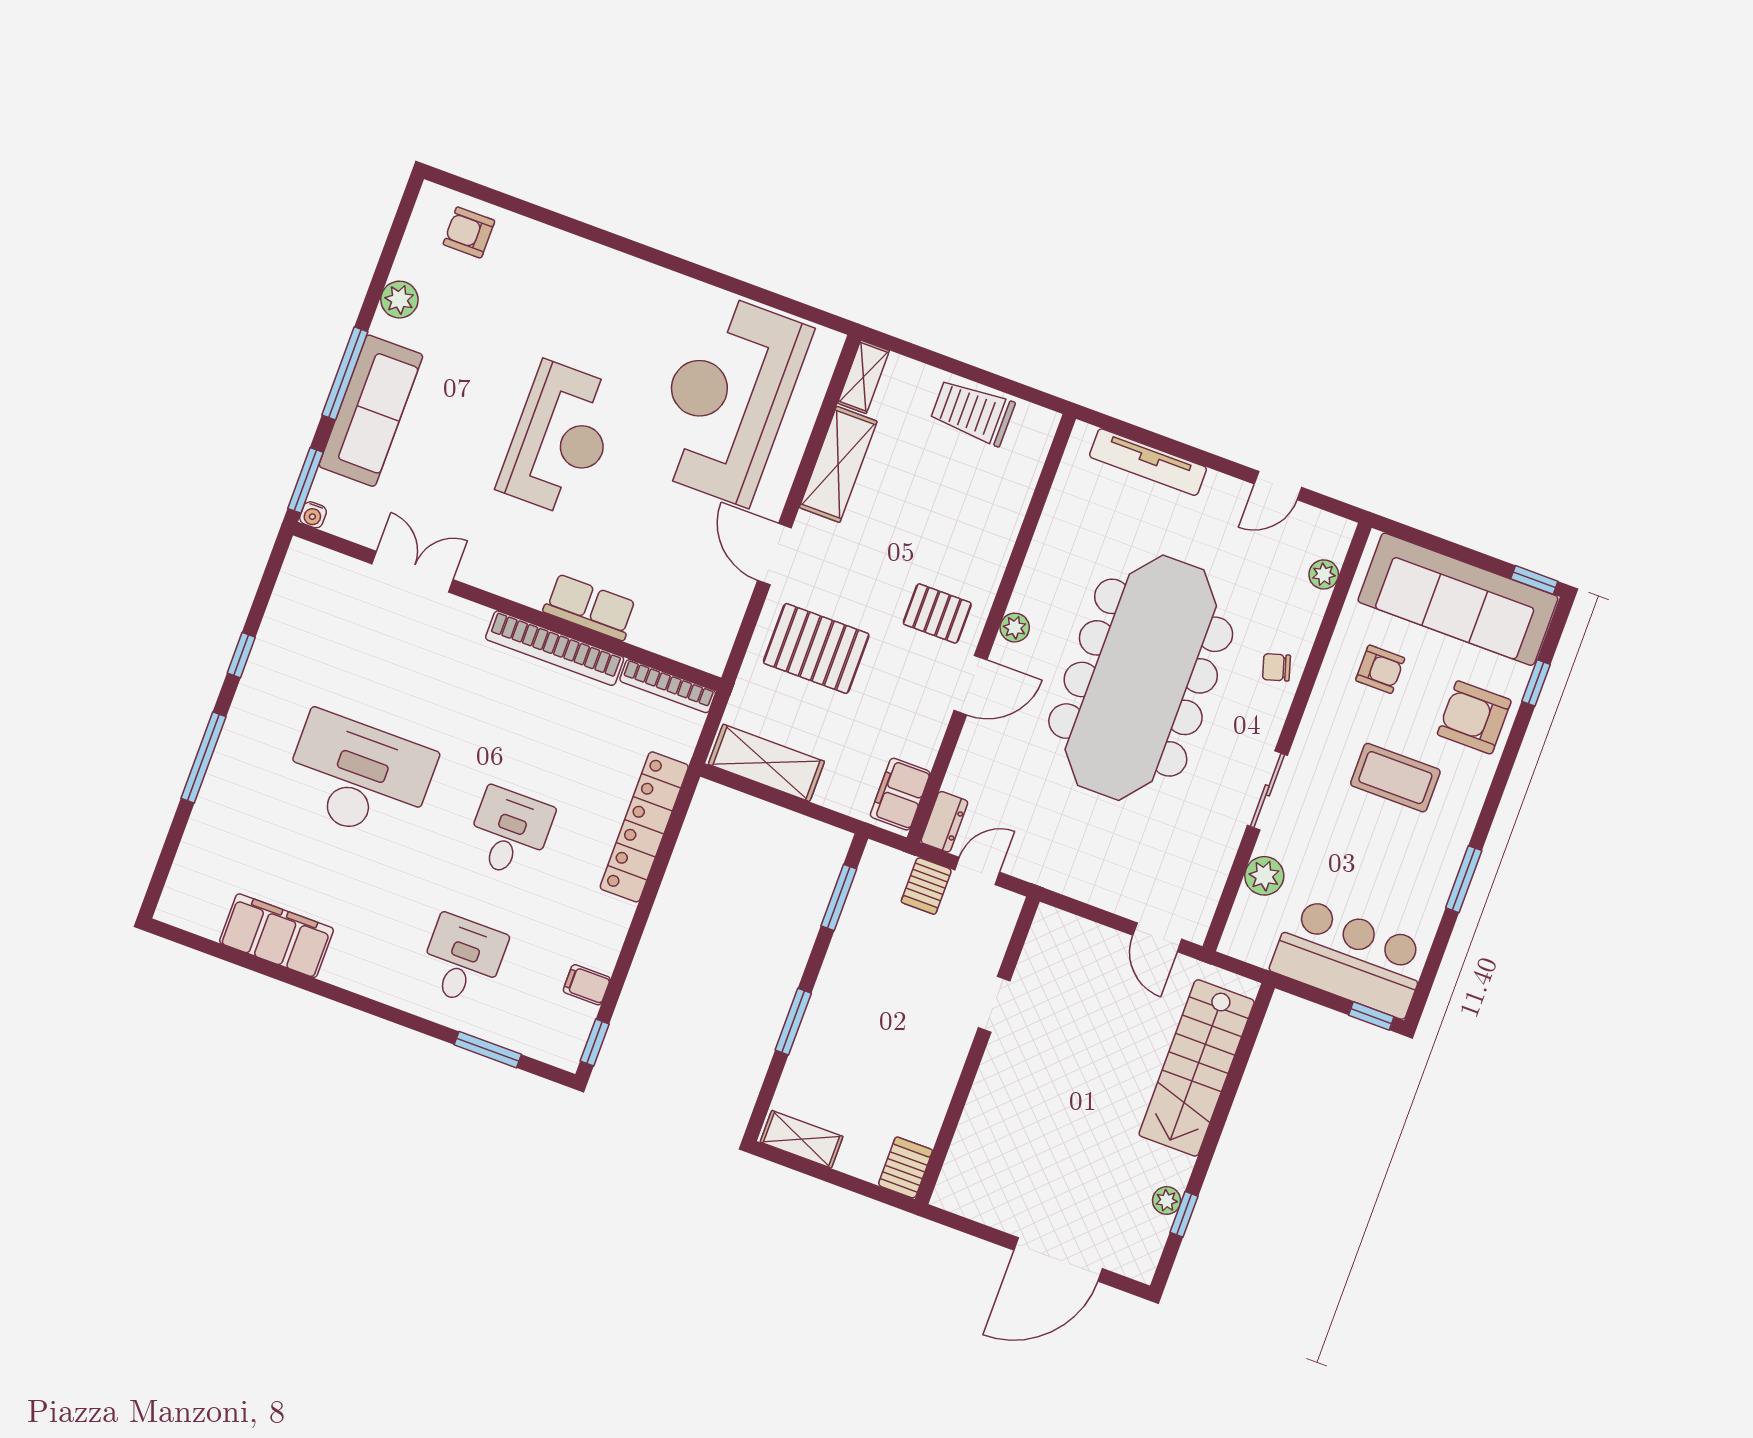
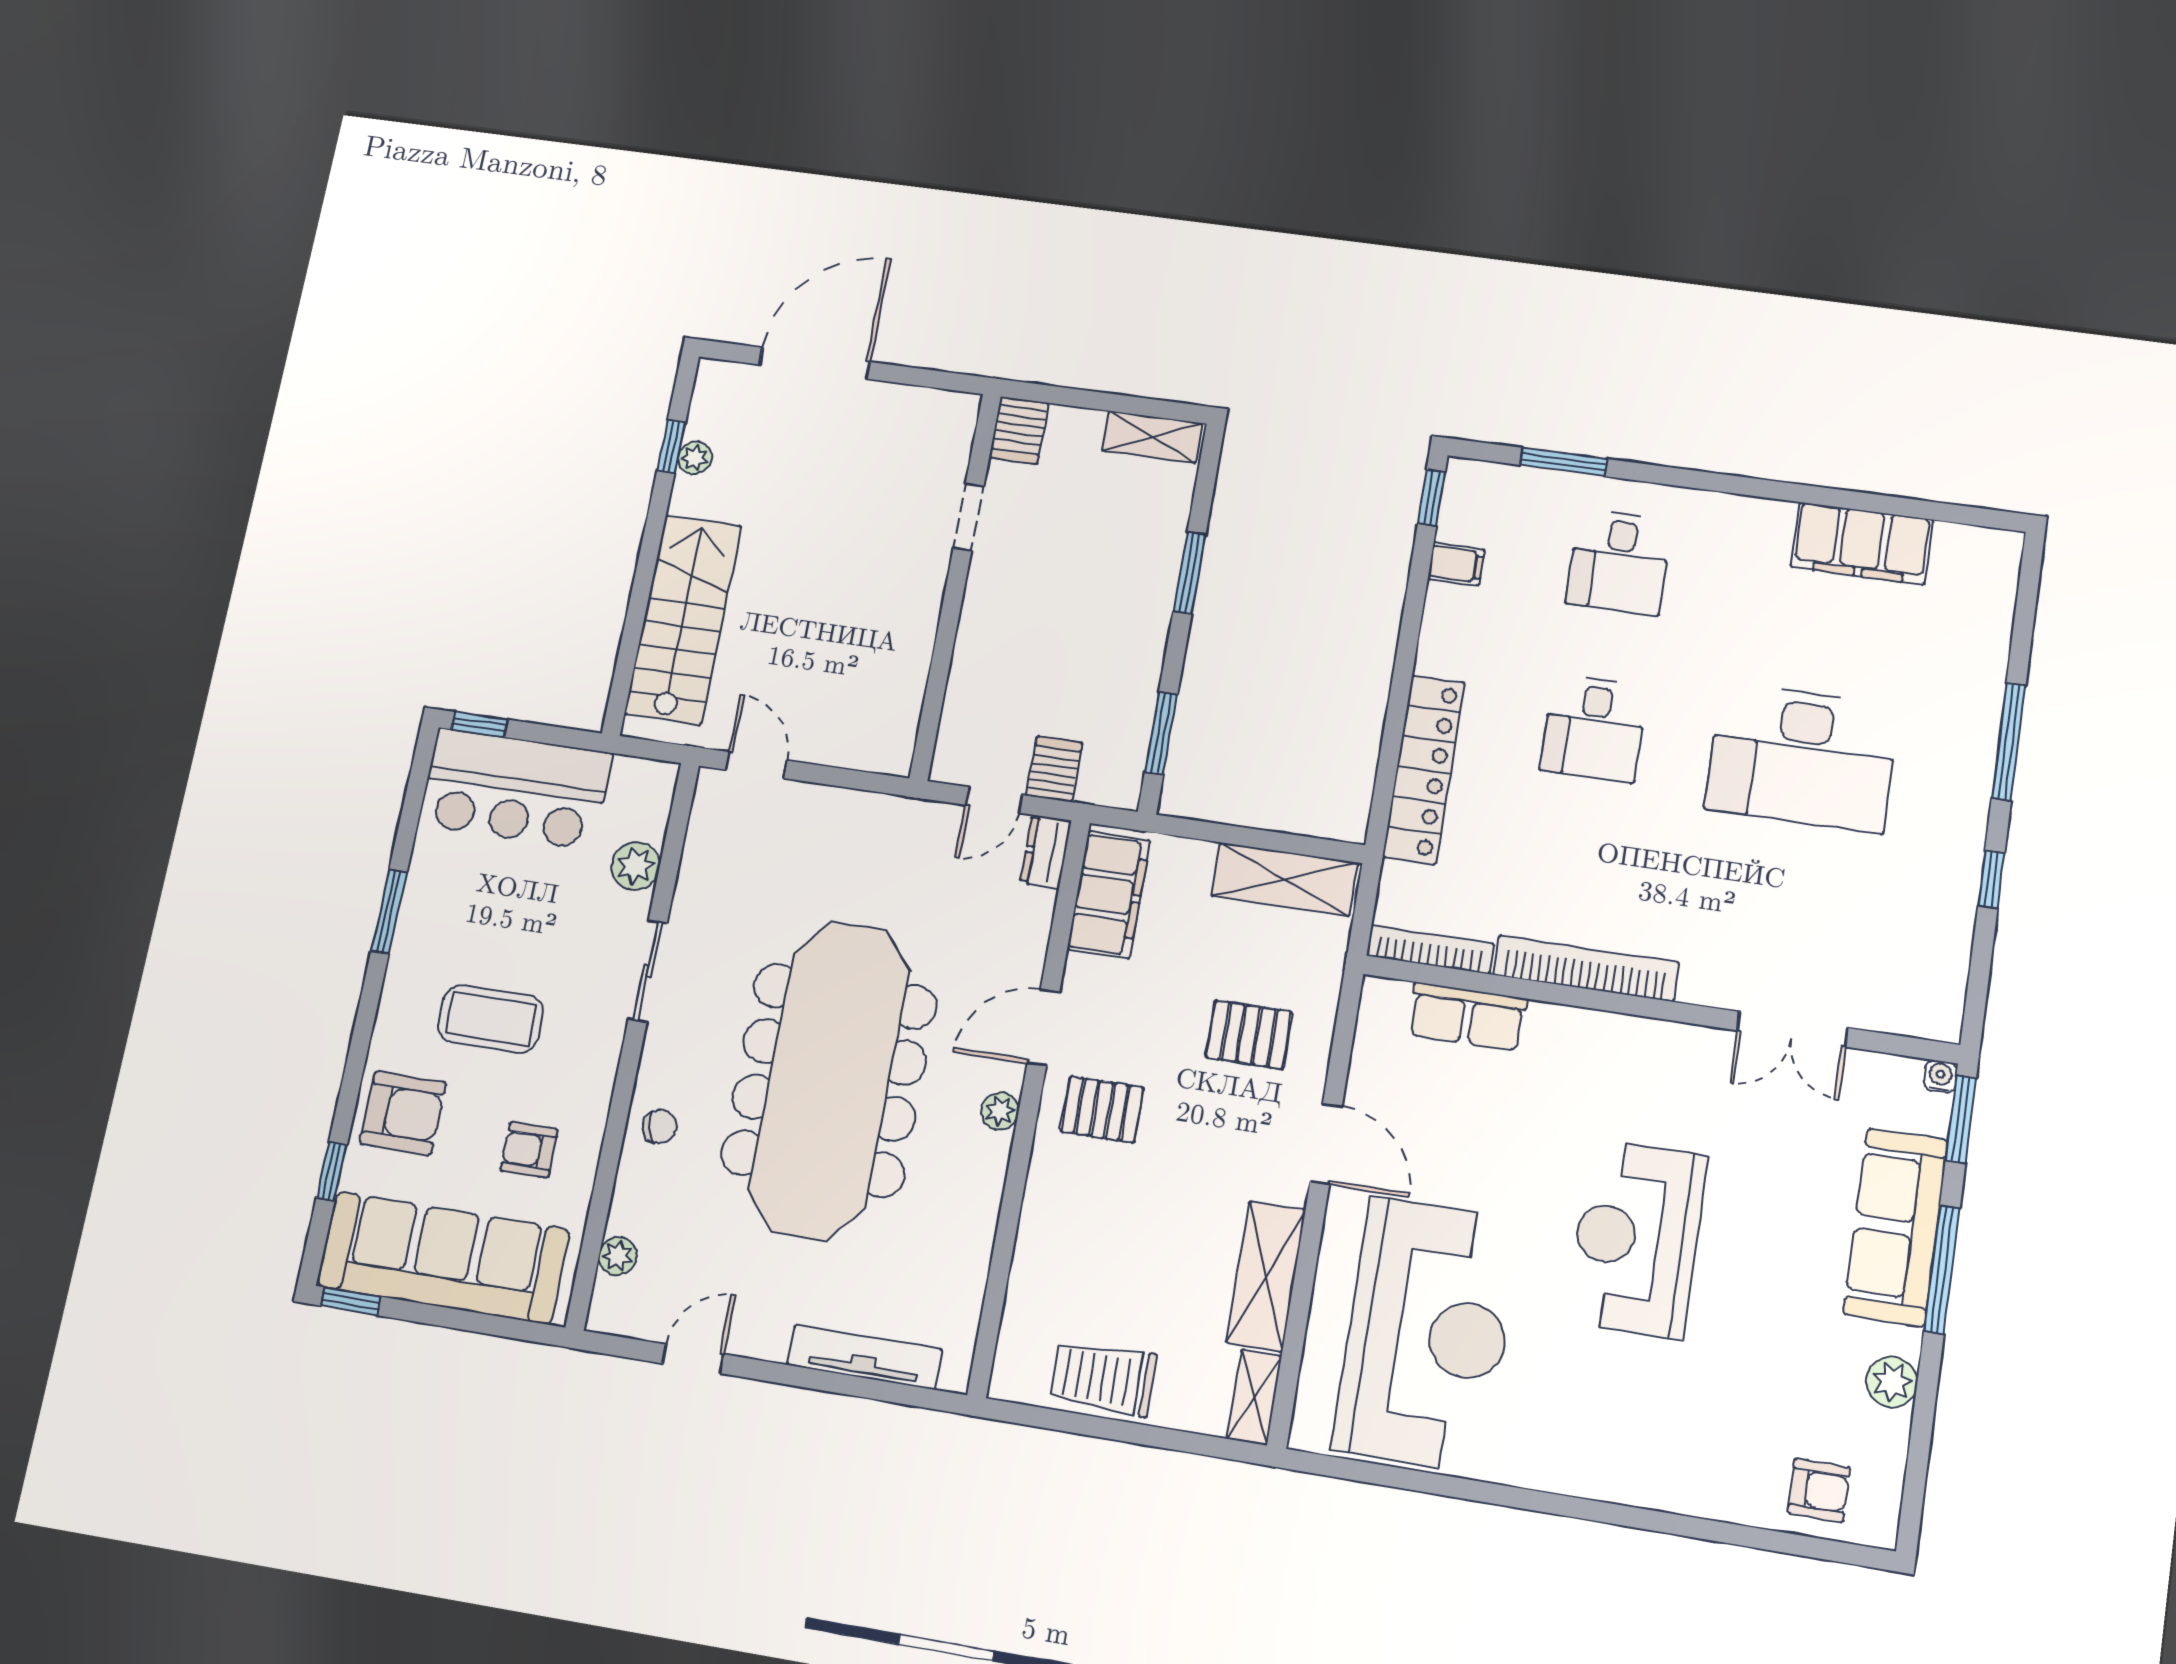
trolley: (973, 412) -> (1103, 1378), turned 180
row of seats: (590, 607) -> (1467, 1017), moved
pallet: (816, 648) -> (1249, 1035), width x0.67, depth x0.71
filing cabinet: (900, 794) -> (1109, 895), width x1.50, depth x1.17
doorway: (994, 1004) -> (969, 517), moved

